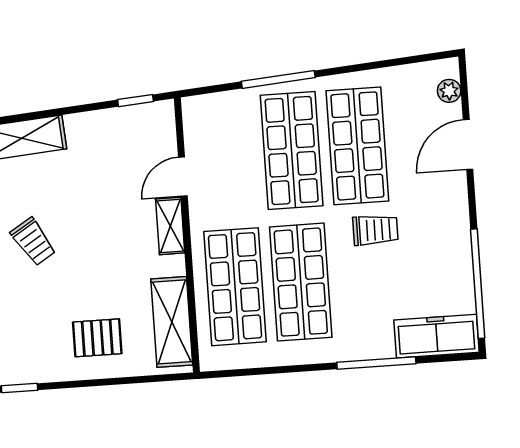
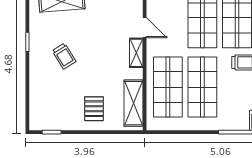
door: (183, 177) -> (145, 28), swing flipped
pallet: (97, 338) -> (94, 109), turned 90

